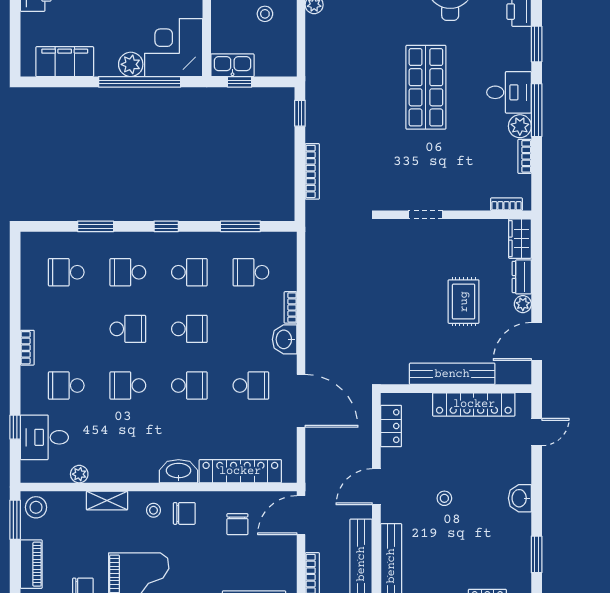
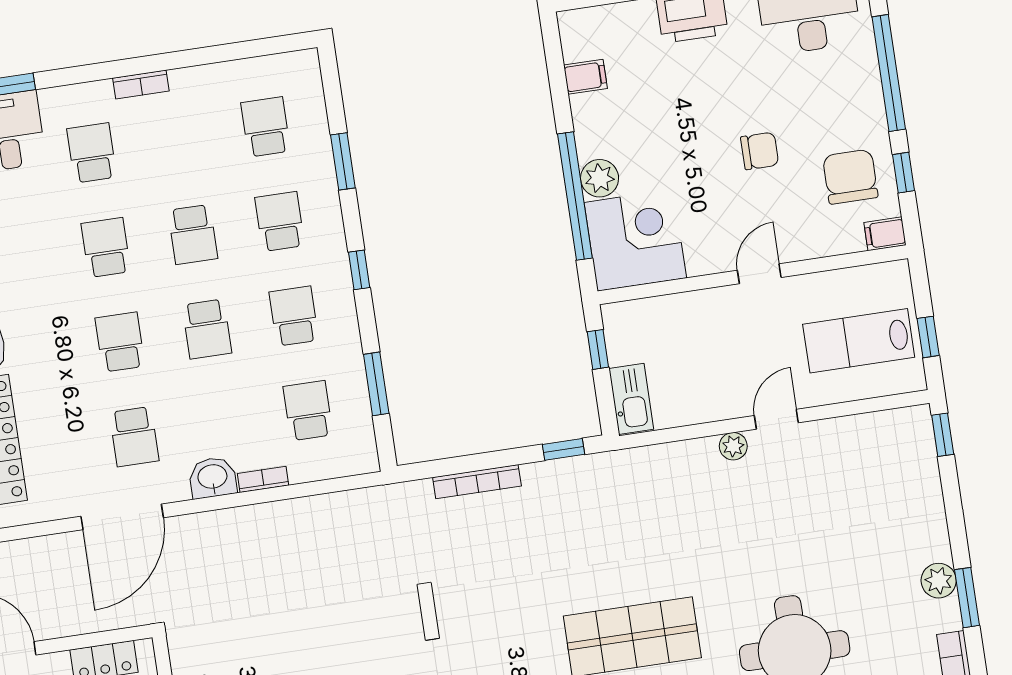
stool: (265, 14) -> (708, 373), removed
filing cabinet: (65, 62) -> (585, 77), width x0.33, depth x0.86
kitchen sink: (232, 65) -> (631, 399), moved
school desk: (189, 272) -> (294, 316), turned 180
school desk: (189, 385) -> (120, 342), turned 180

